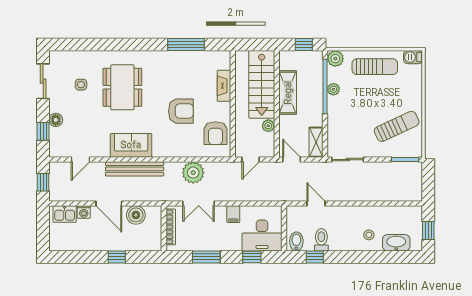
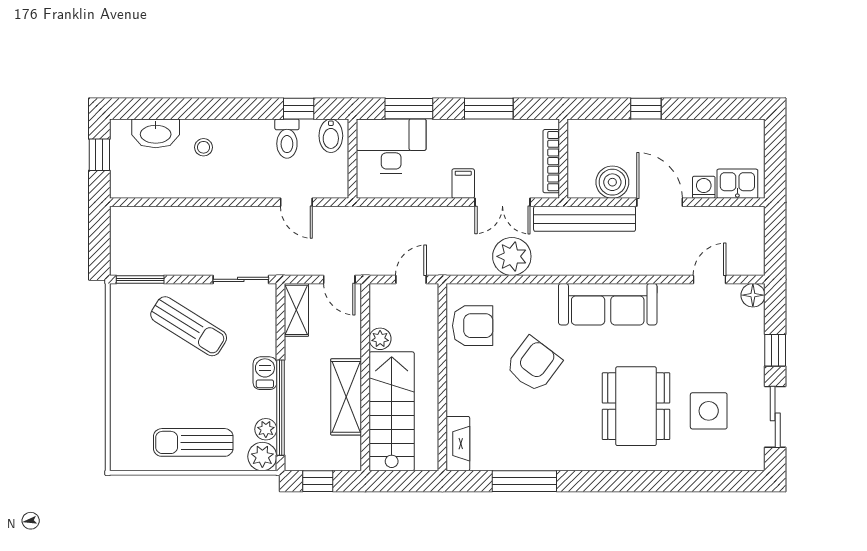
barbecue: (413, 57) -> (265, 373), moved, turned -90
side table: (81, 85) -> (709, 411), width x1.87, depth x1.87
fireplace: (224, 86) -> (458, 444), moved
plant: (333, 89) -> (266, 429), moved
armchair: (181, 111) -> (534, 364), turned 127
floor lamp: (56, 120) -> (753, 295), moved
sun lounger: (397, 126) -> (189, 326), moved, turned -123
window: (43, 131) -> (775, 350), moved
armchair: (215, 133) -> (473, 326), turned 90
sofa: (131, 145) -> (608, 304), width x1.36
bench: (135, 169) -> (585, 219), moved
window: (43, 182) -> (775, 240), removed
double door: (199, 203) -> (502, 202), swing flipped
filing cabinet: (233, 214) -> (463, 184), moved
window: (252, 257) -> (409, 109), width x1.50

